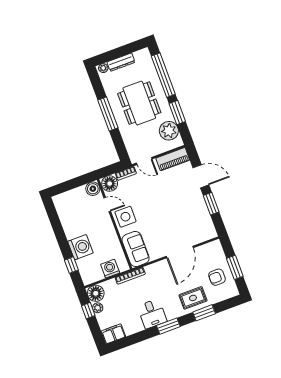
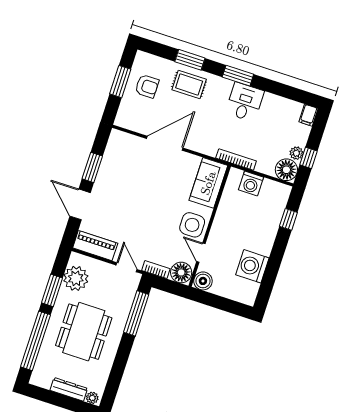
window: (108, 114) -> (136, 313), moved
washing machine: (80, 247) -> (252, 266), moved
filing cabinet: (113, 334) -> (308, 115), width x0.50

